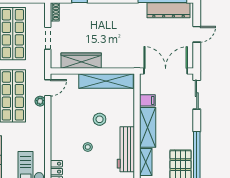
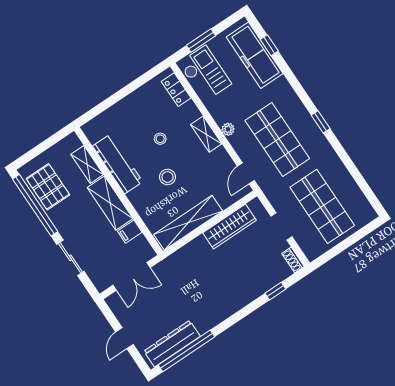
double door: (166, 71) -> (131, 276), width x0.73
sliding door: (197, 95) -> (70, 258), moved
plant: (40, 101) -> (228, 129), moved
shelving: (56, 130) -> (206, 134), added

